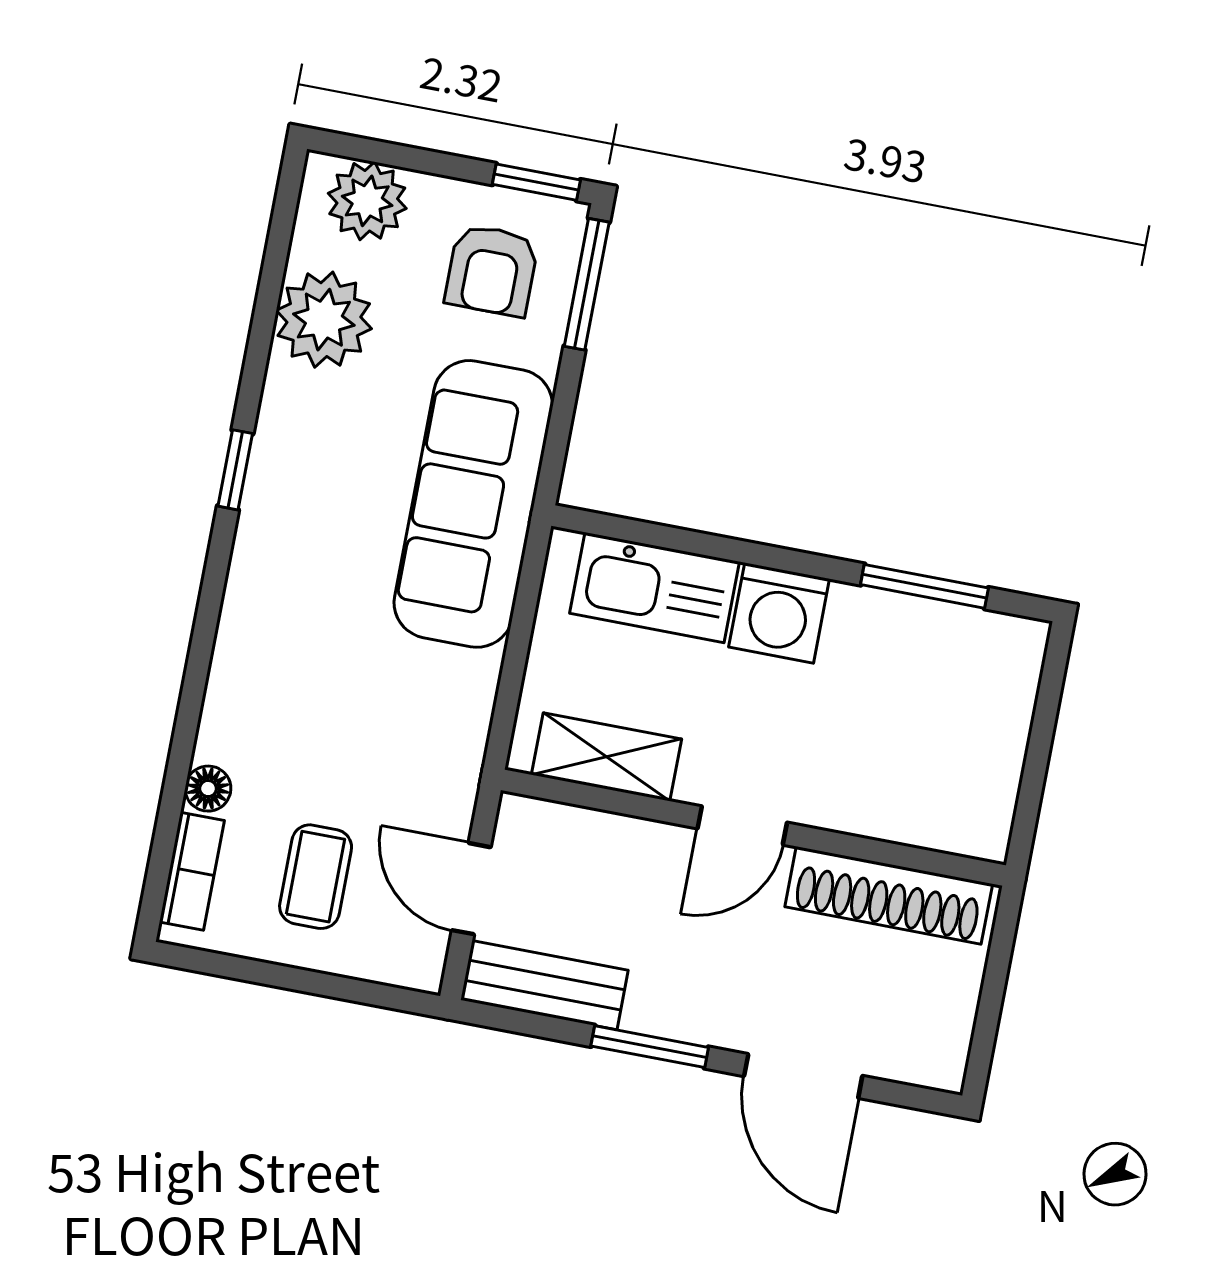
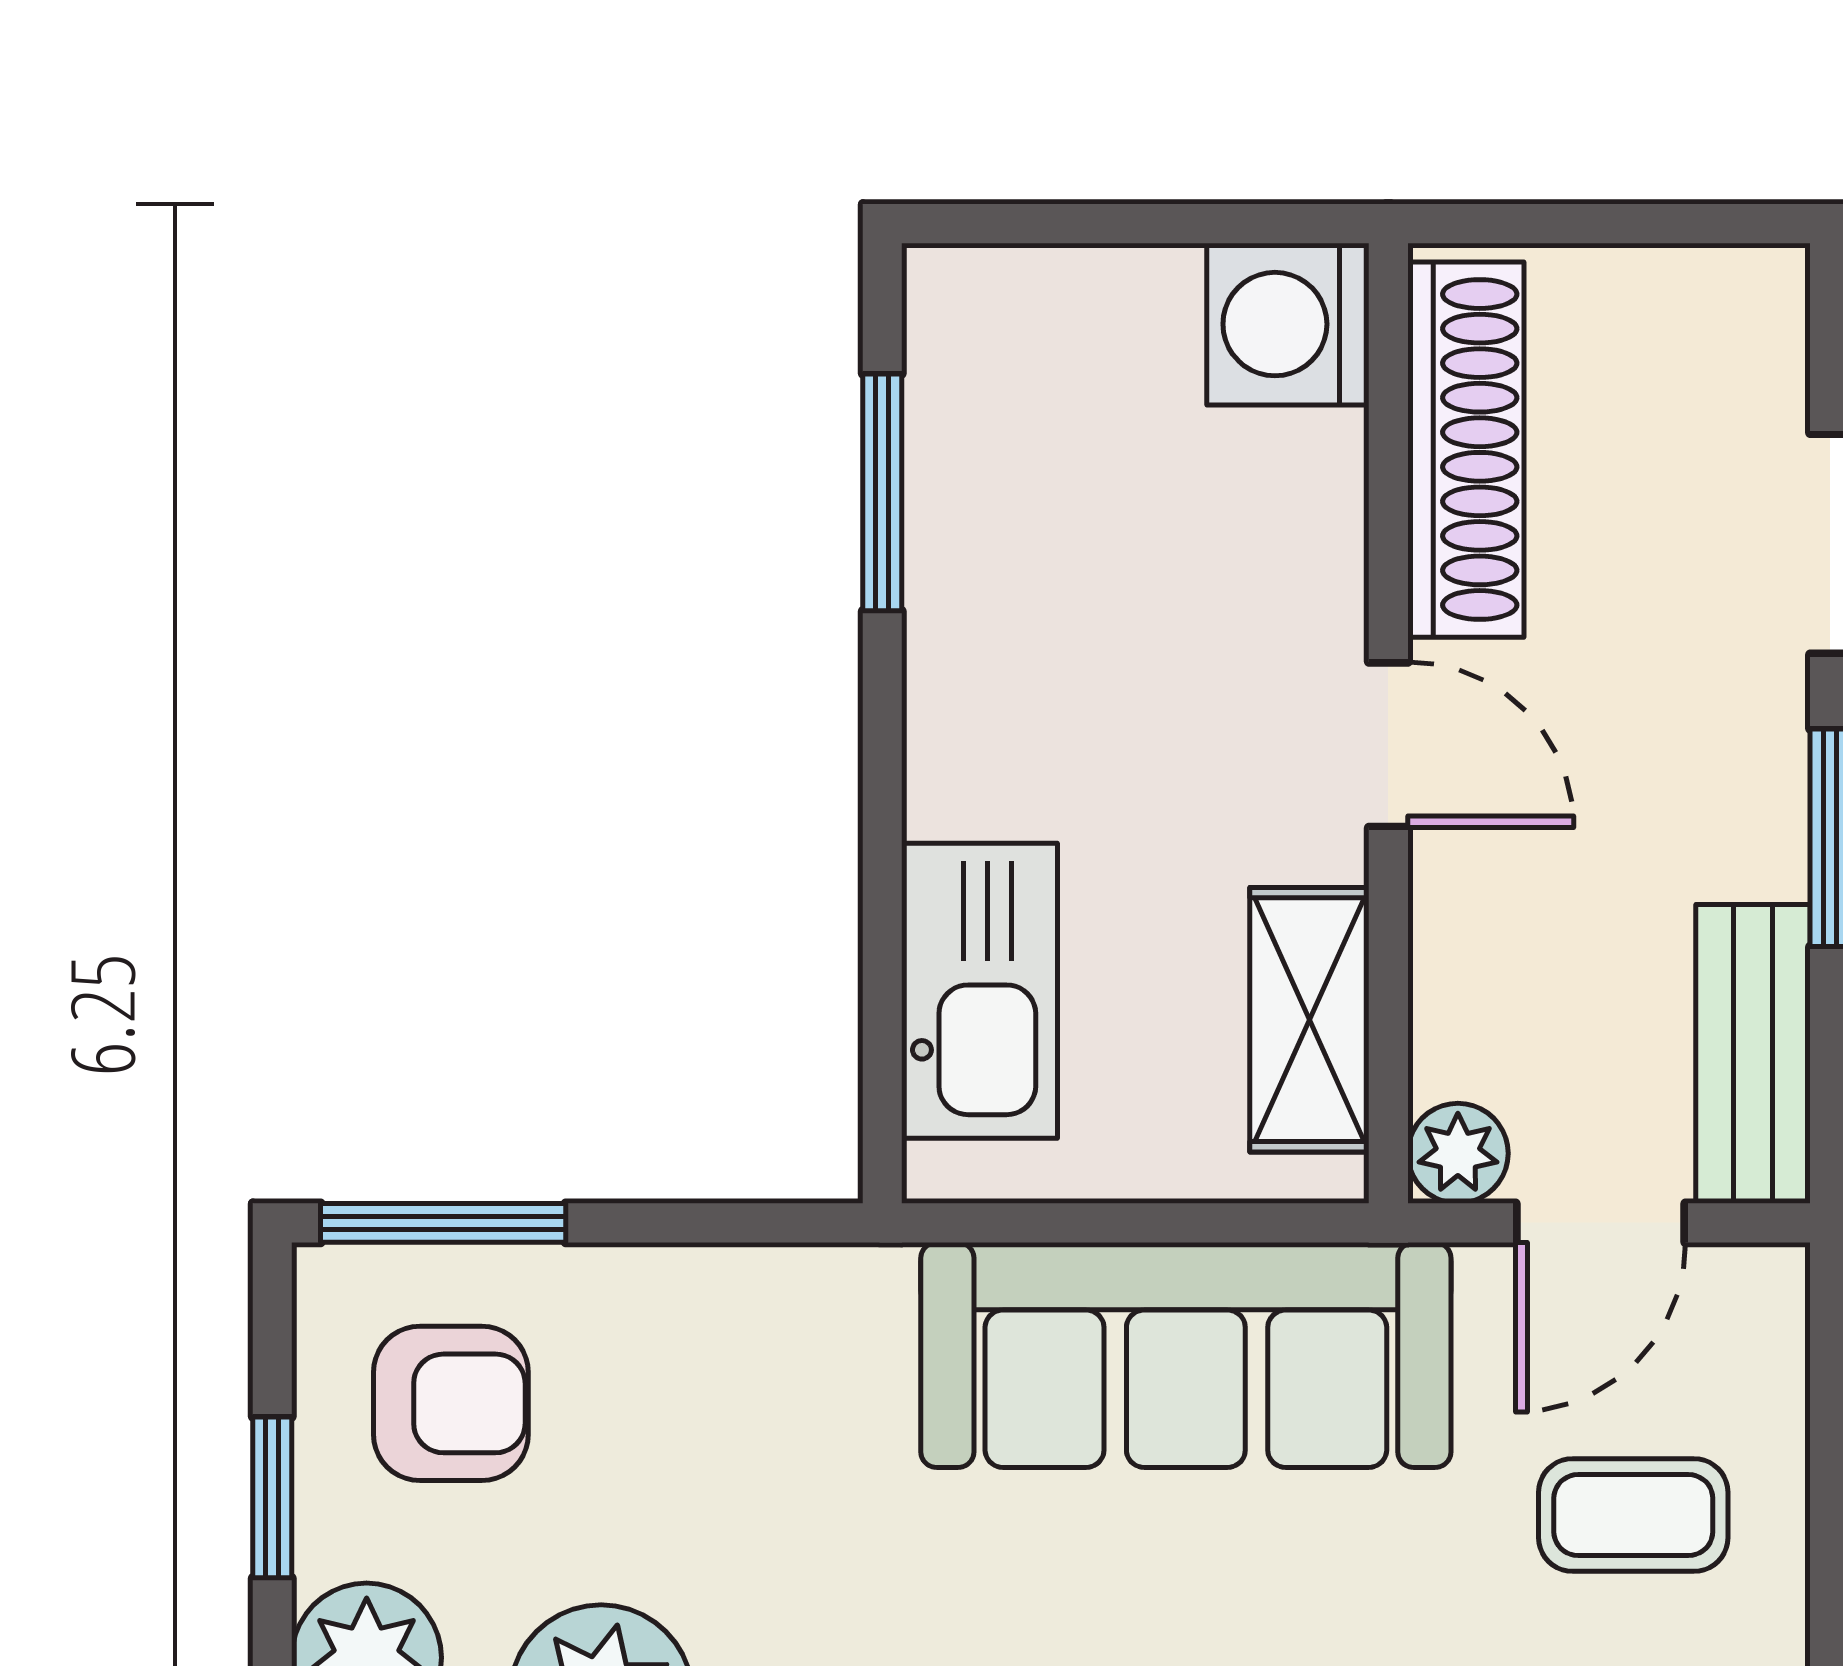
window: (536, 182) -> (272, 1497), moved
sofa: (473, 504) -> (1186, 1355), moved
washing machine: (779, 613) -> (1288, 324), moved, turned 180
plant: (522, 821) -> (1458, 1153), added

